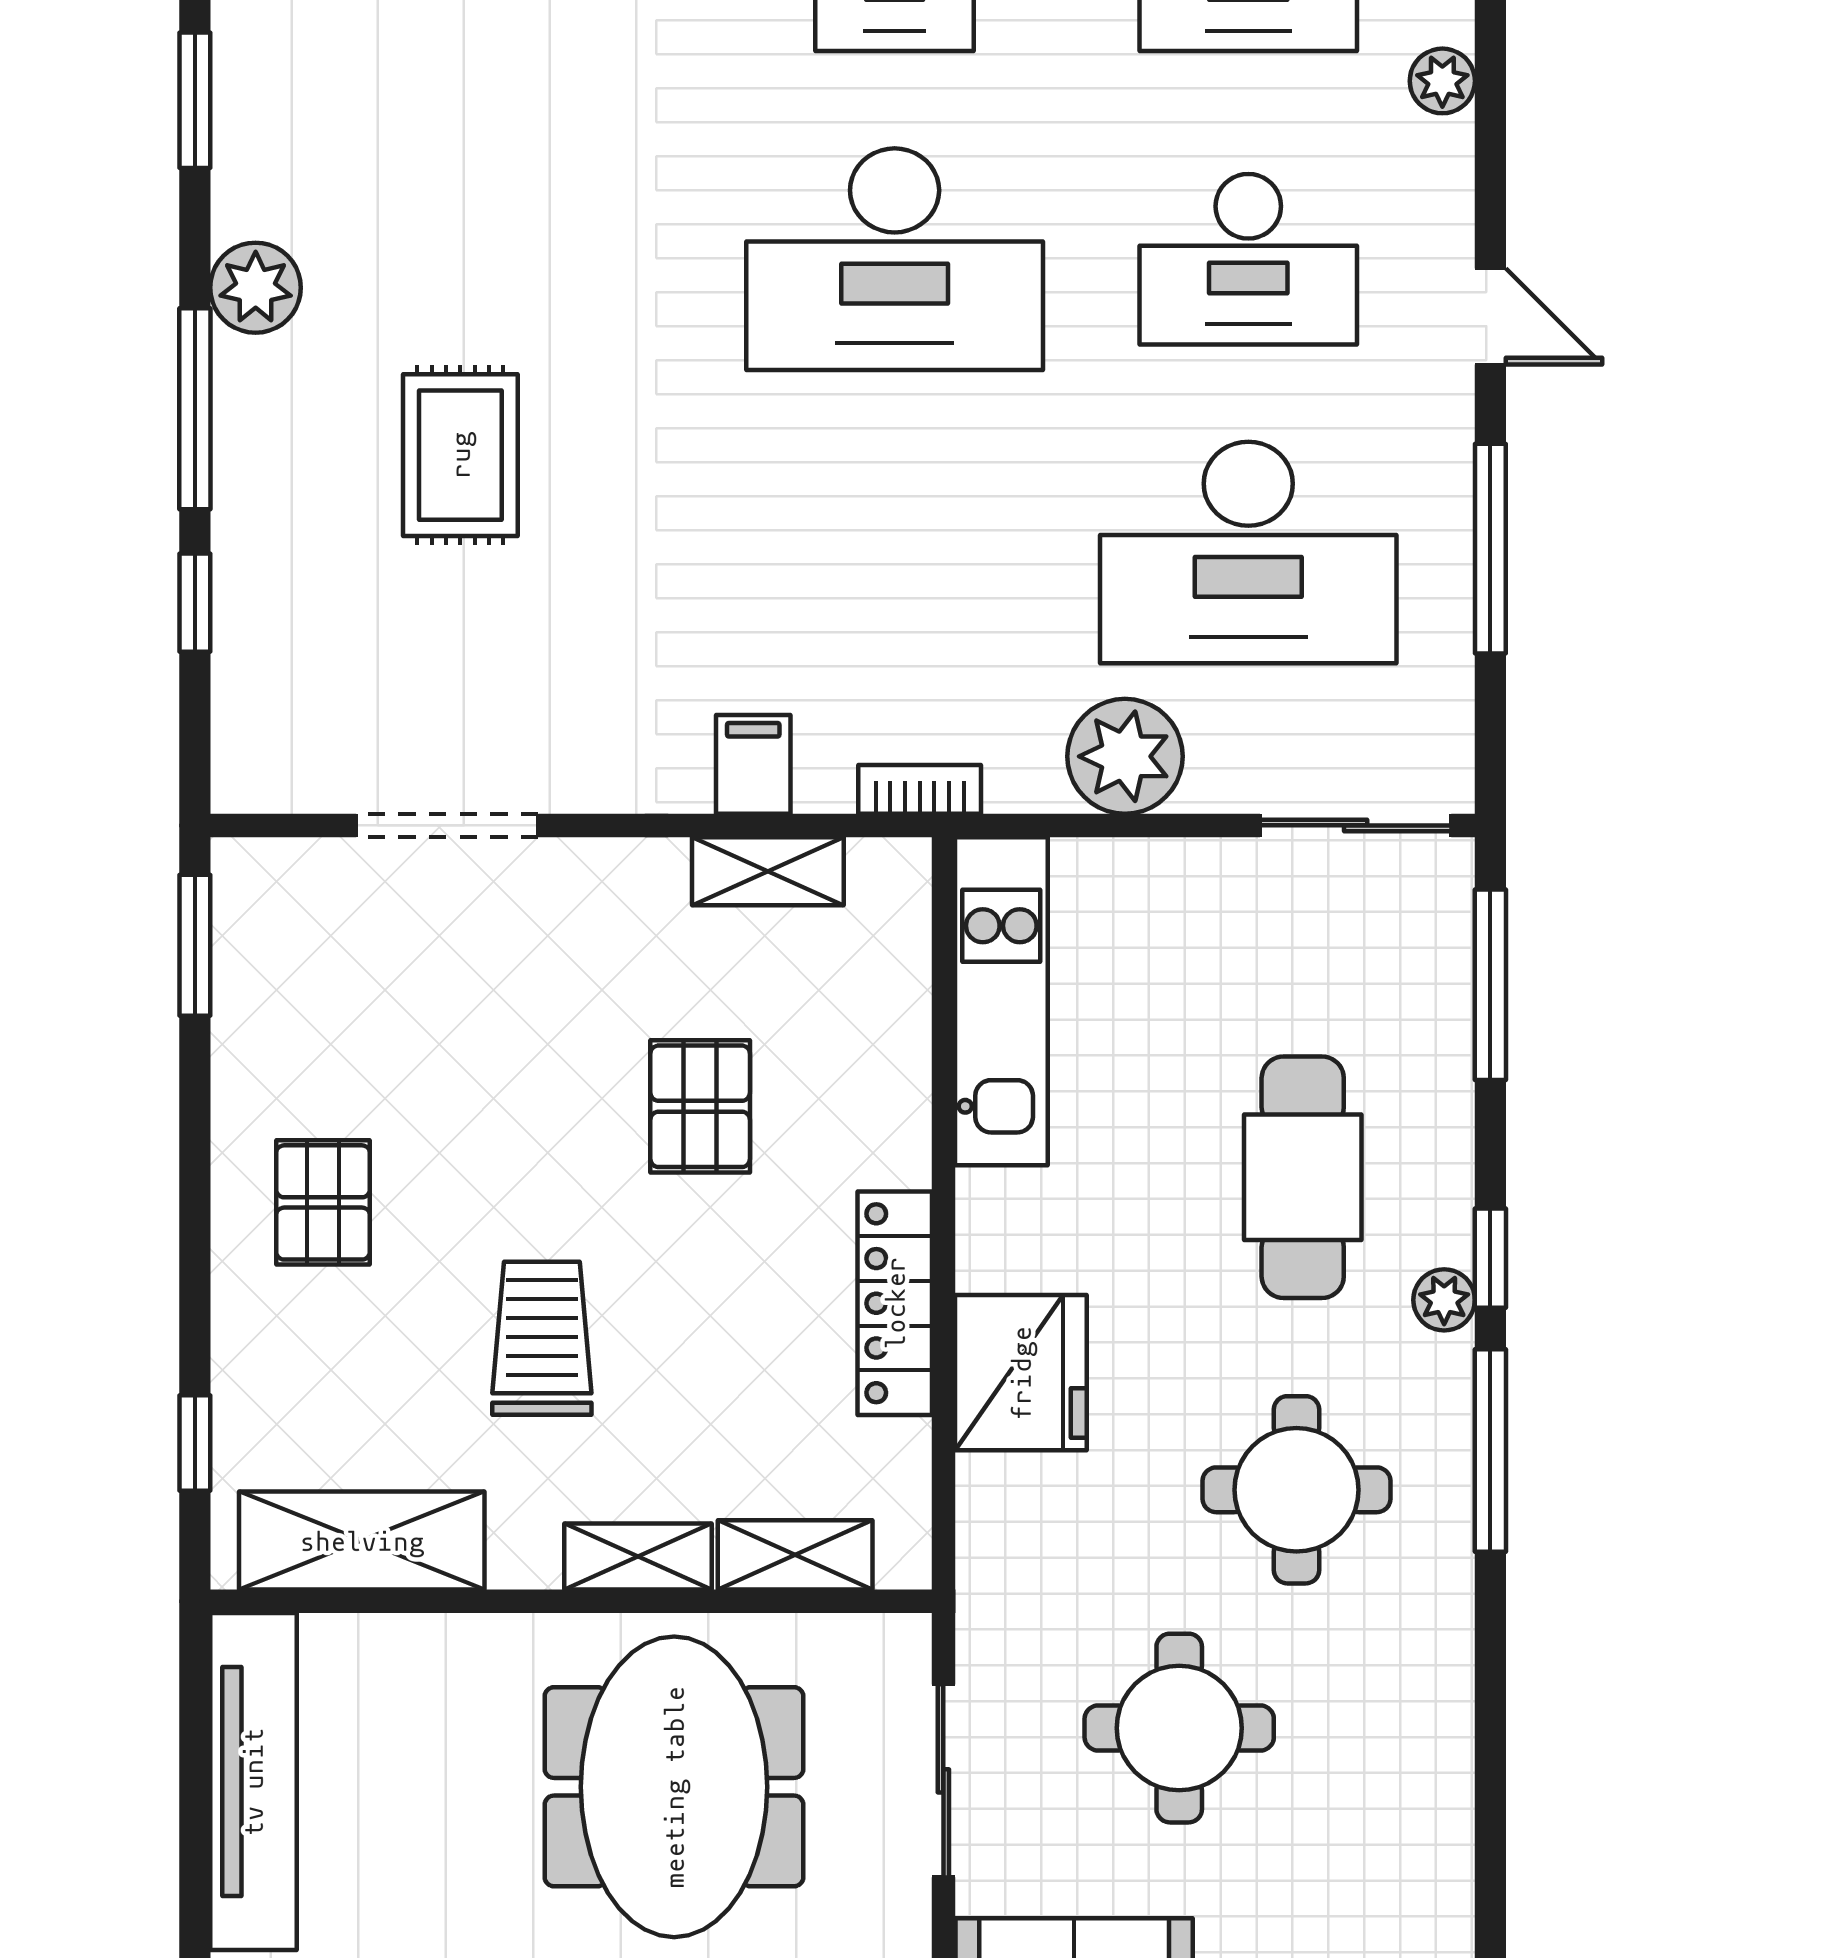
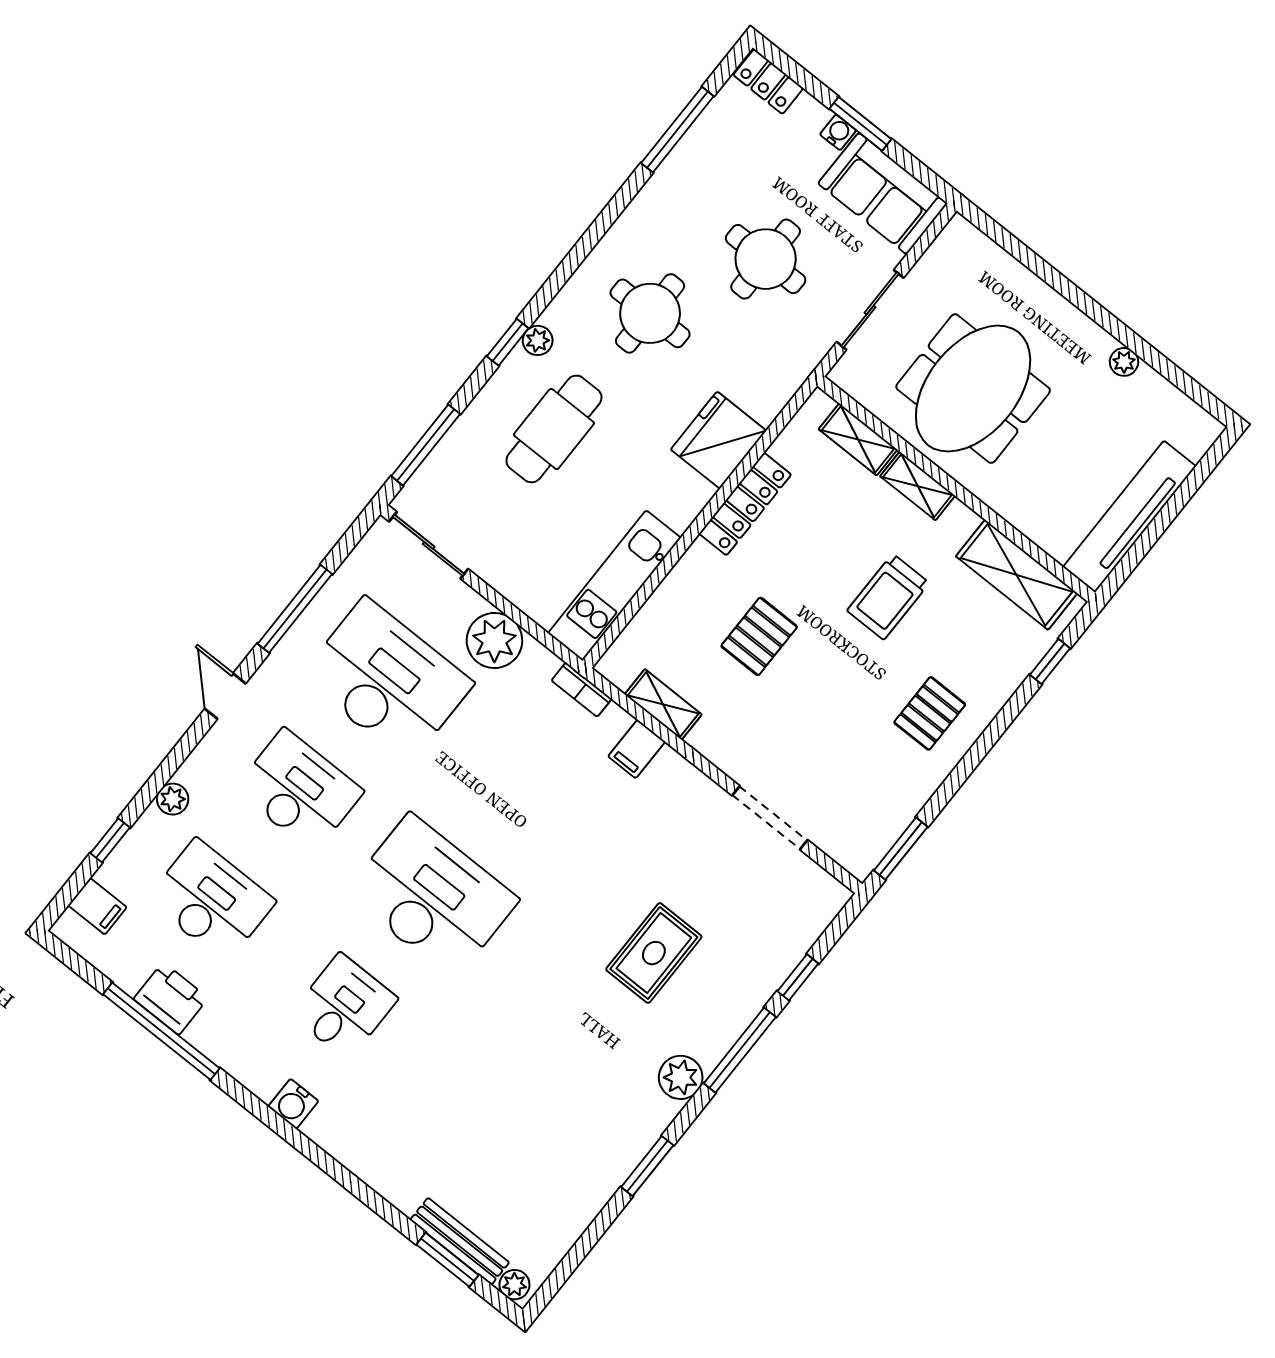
window: (1490, 1450) -> (677, 130), moved

